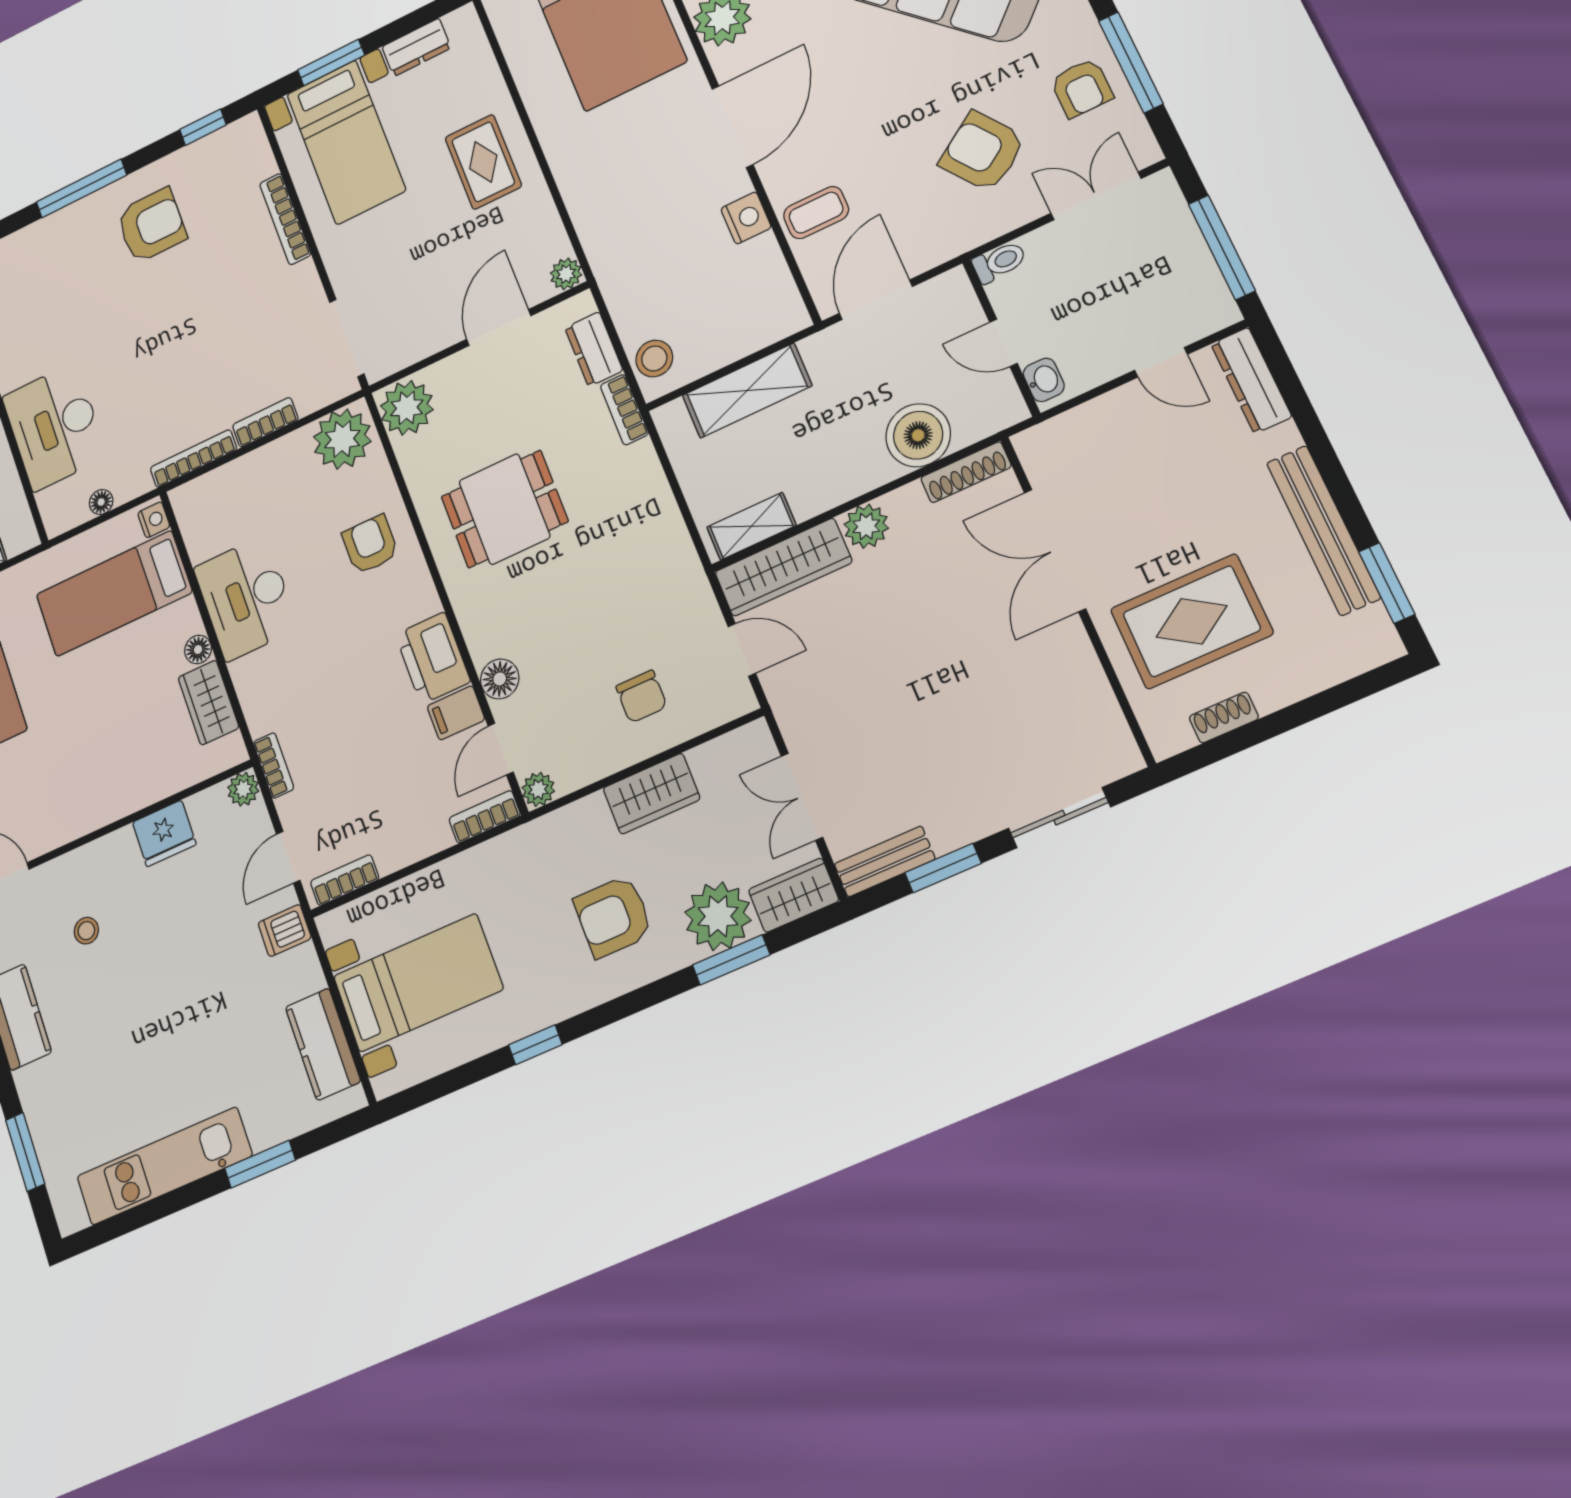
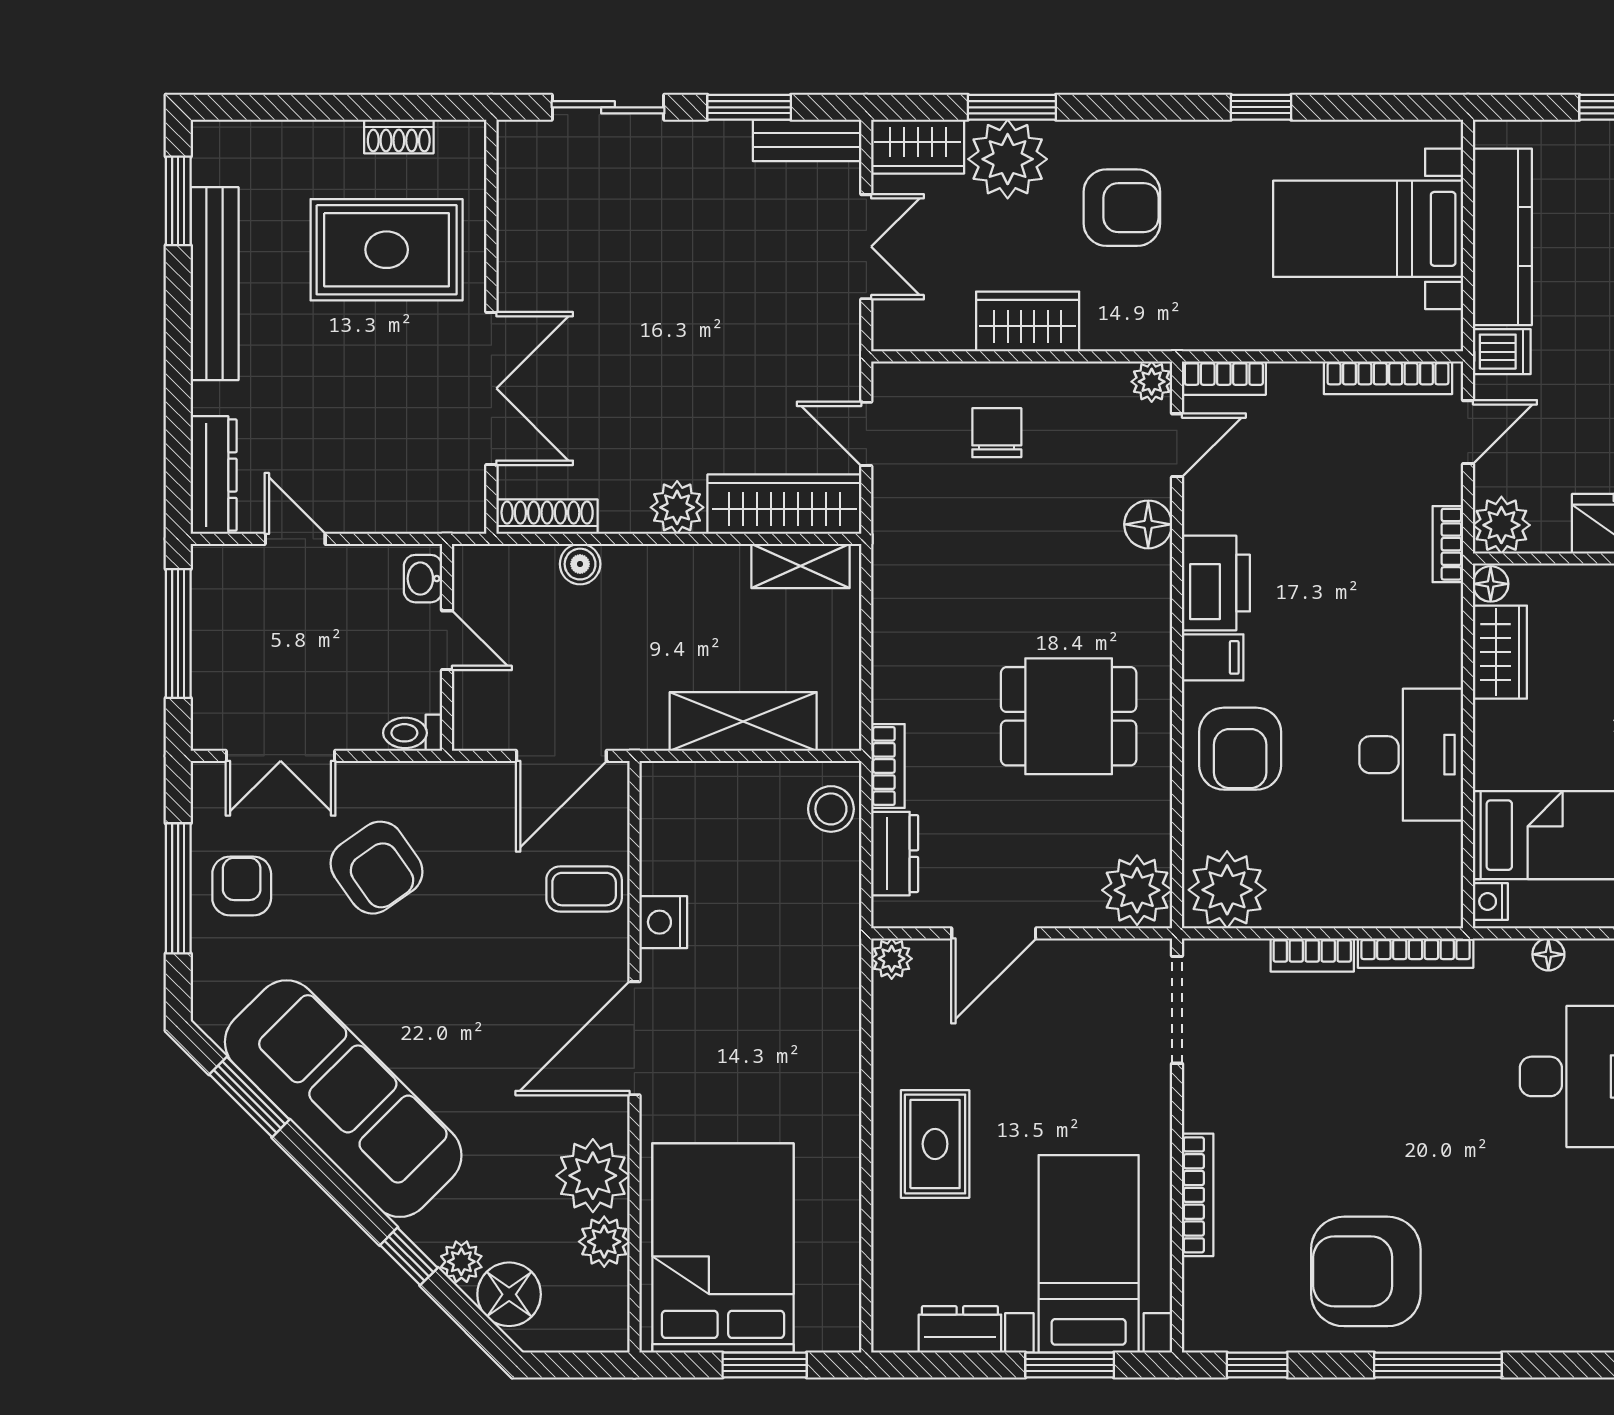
armchair: (151, 225) -> (1366, 1271), width x1.36, depth x1.36
boiler: (918, 435) -> (580, 564), width x0.54, depth x0.54
armchair: (370, 544) -> (1240, 749), width x1.38, depth x1.38
floor lamp: (198, 650) -> (1491, 584), moved
filing cabinet: (456, 713) -> (1213, 657), moved
plant: (243, 789) -> (1501, 525), width x1.38, depth x1.38
bookcase: (345, 880) -> (1388, 378), width x1.56
kitchen counter: (323, 1044) -> (1502, 237), width x1.50

